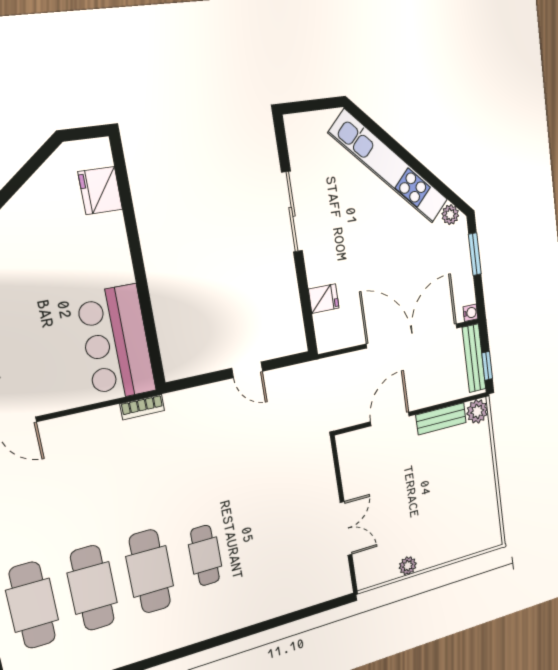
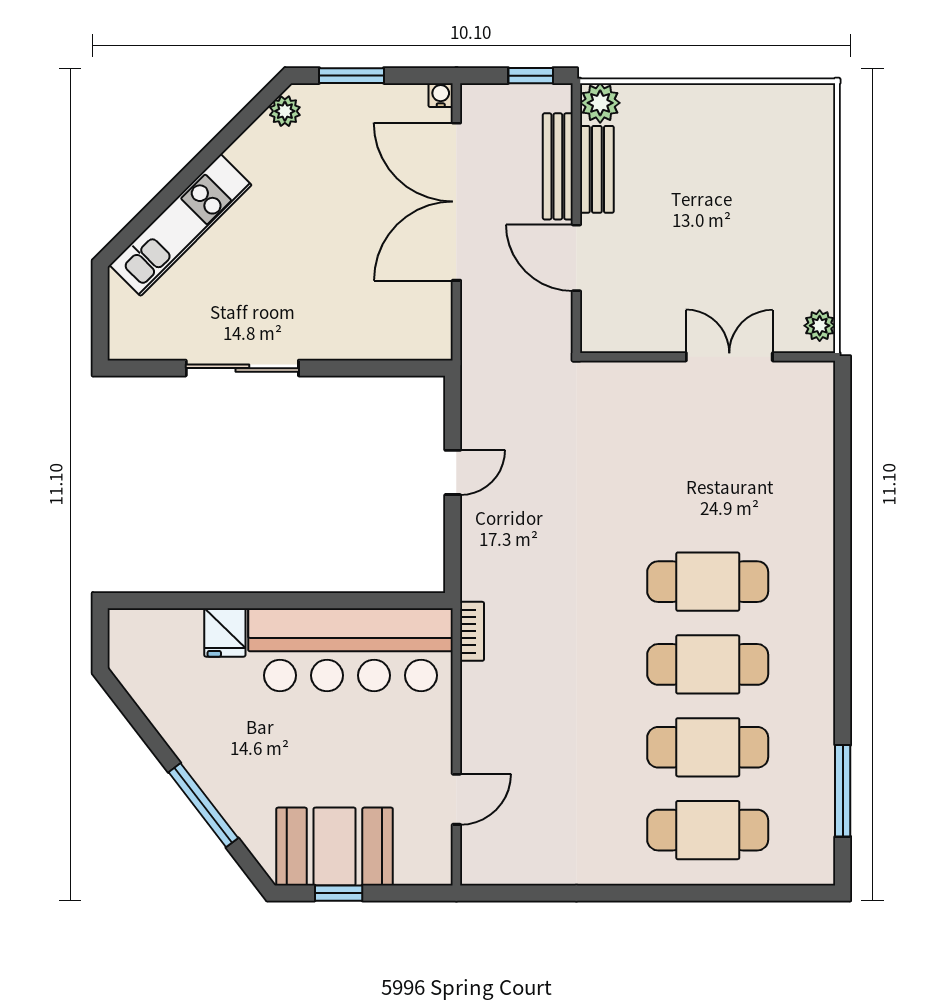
kitchen unit: (389, 167) -> (181, 225), width x0.73
fridge: (100, 191) -> (225, 632), moved, width x0.72
fridge: (324, 298) -> (373, 339), removed
bar counter: (116, 343) -> (351, 650), width x1.36
bench: (474, 358) -> (558, 166), moved, turned 90
cafe table: (205, 555) -> (708, 582), width x1.37, depth x1.35
plant: (408, 566) -> (820, 326), moved

